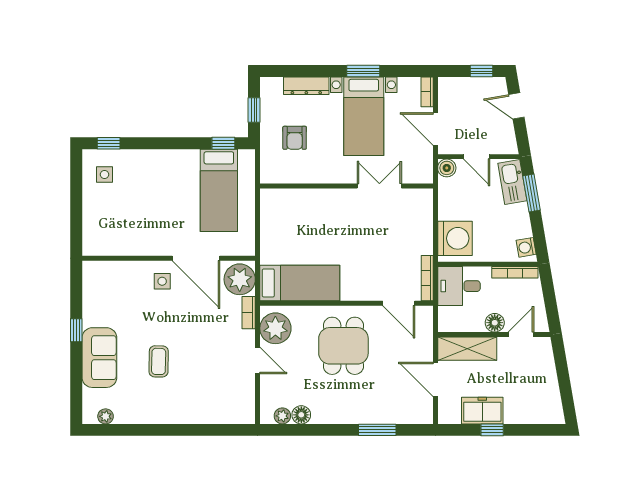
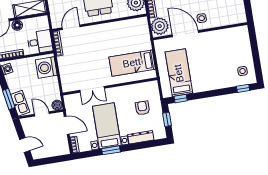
window: (482, 71) -> (47, 161), removed
bed: (300, 283) -> (132, 63), moved
door: (399, 303) -> (71, 27), hinge flipped

